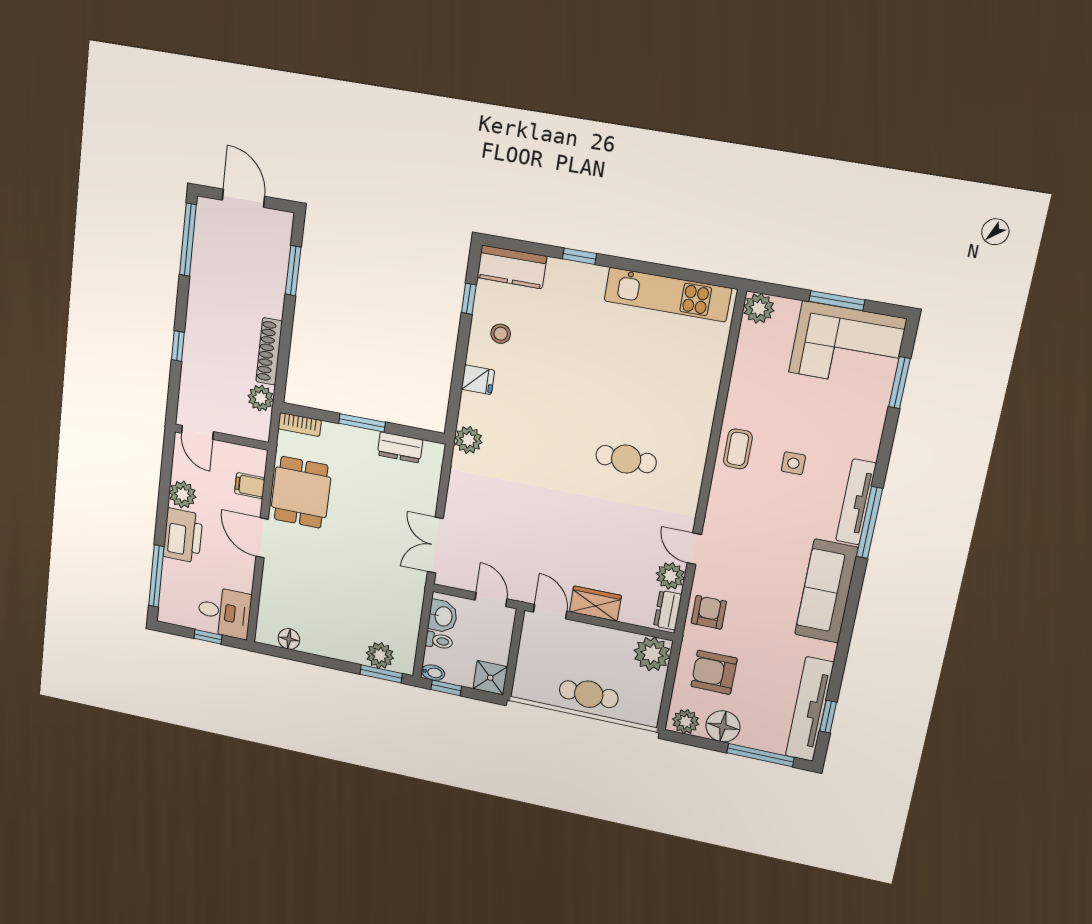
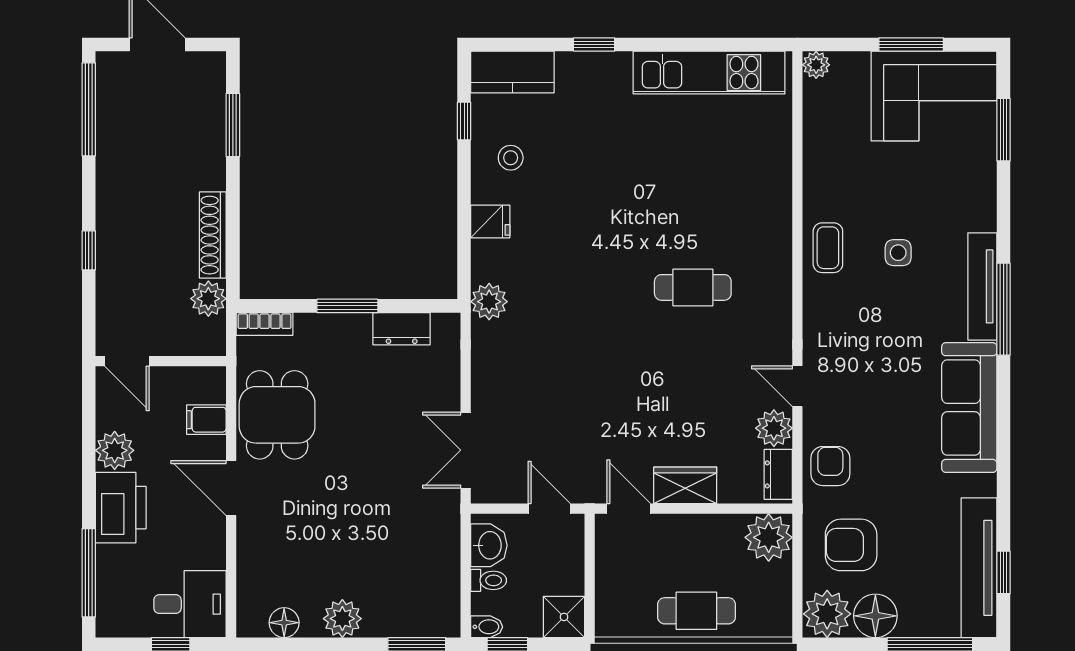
plant: (759, 308) -> (816, 65), width x0.73, depth x0.73
plant: (380, 655) -> (342, 619), moved
plant: (686, 722) -> (827, 614), width x1.36, depth x1.36

